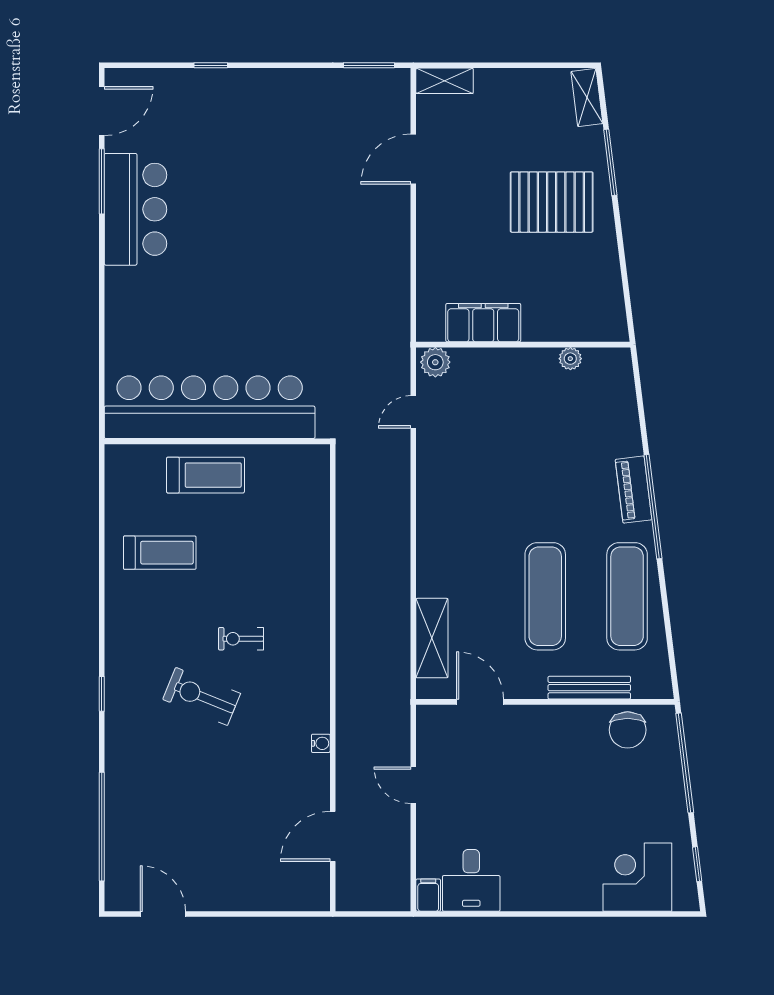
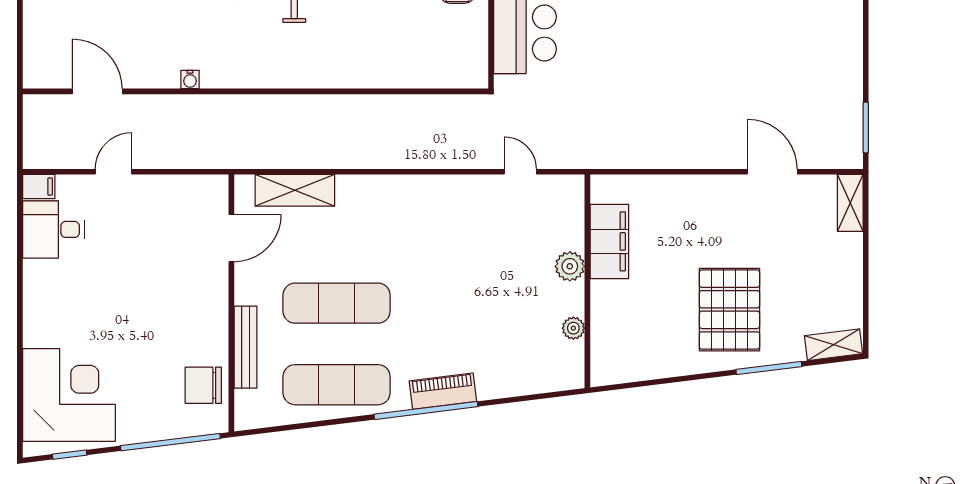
plant: (435, 362) -> (570, 266), moved
door: (413, 785) -> (113, 172), moved
corner desk: (637, 877) -> (69, 395), width x1.36, depth x1.36

